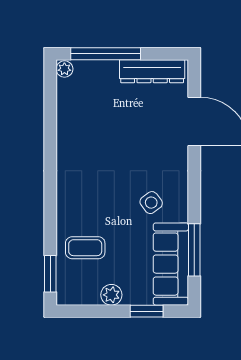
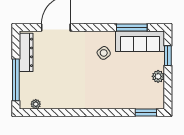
plant: (64, 69) -> (36, 104), moved
coffee table: (85, 248) -> (130, 92), removed

